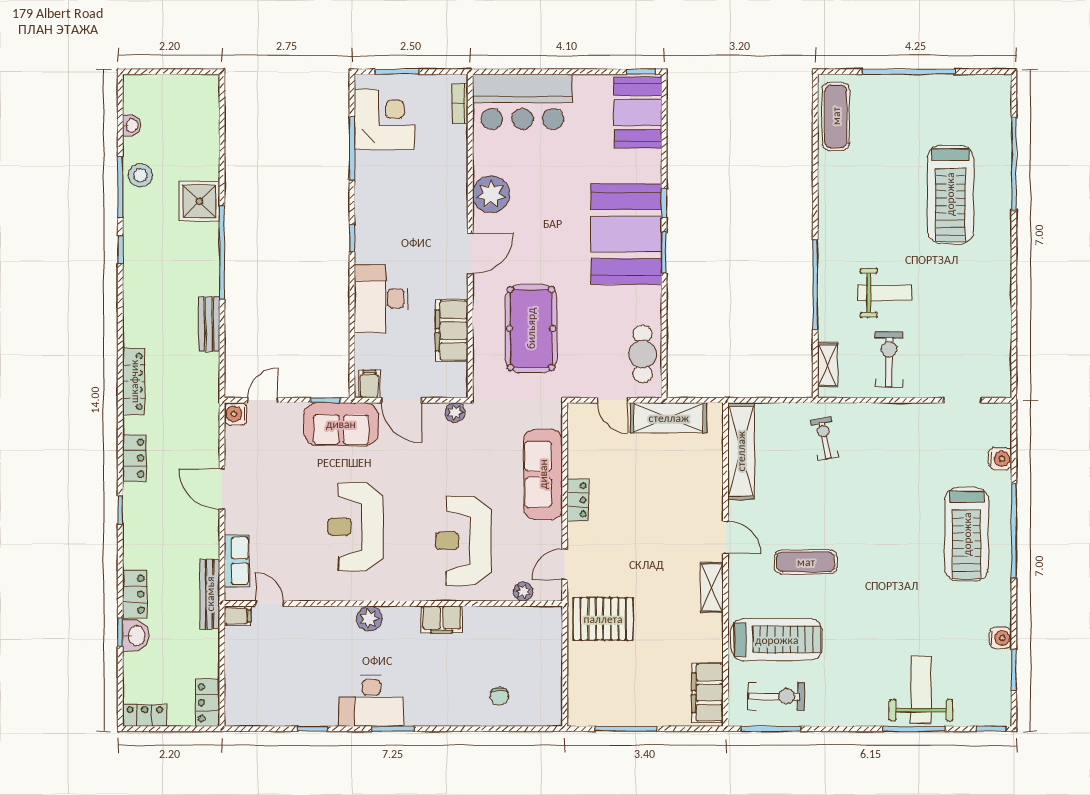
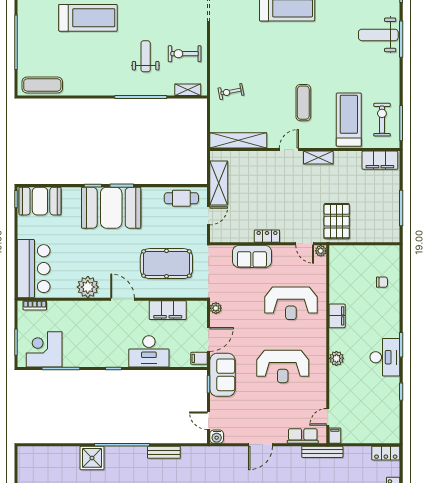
sofa: (543, 474) -> (252, 256), width x0.73
plant: (523, 592) -> (321, 251), moved

